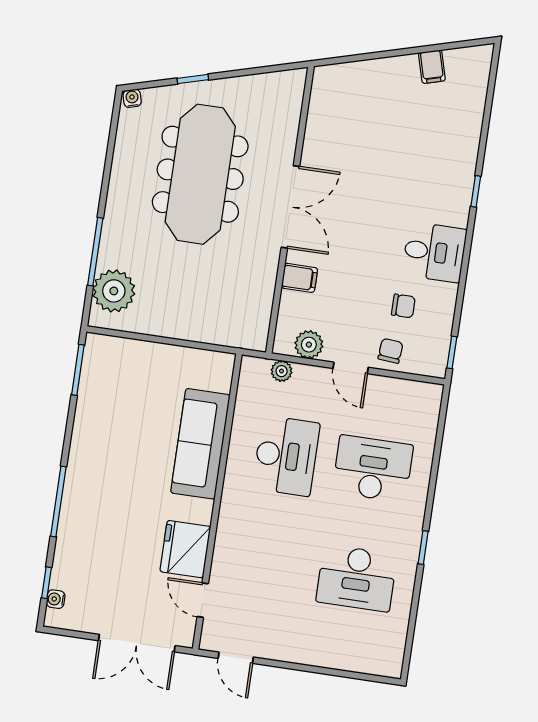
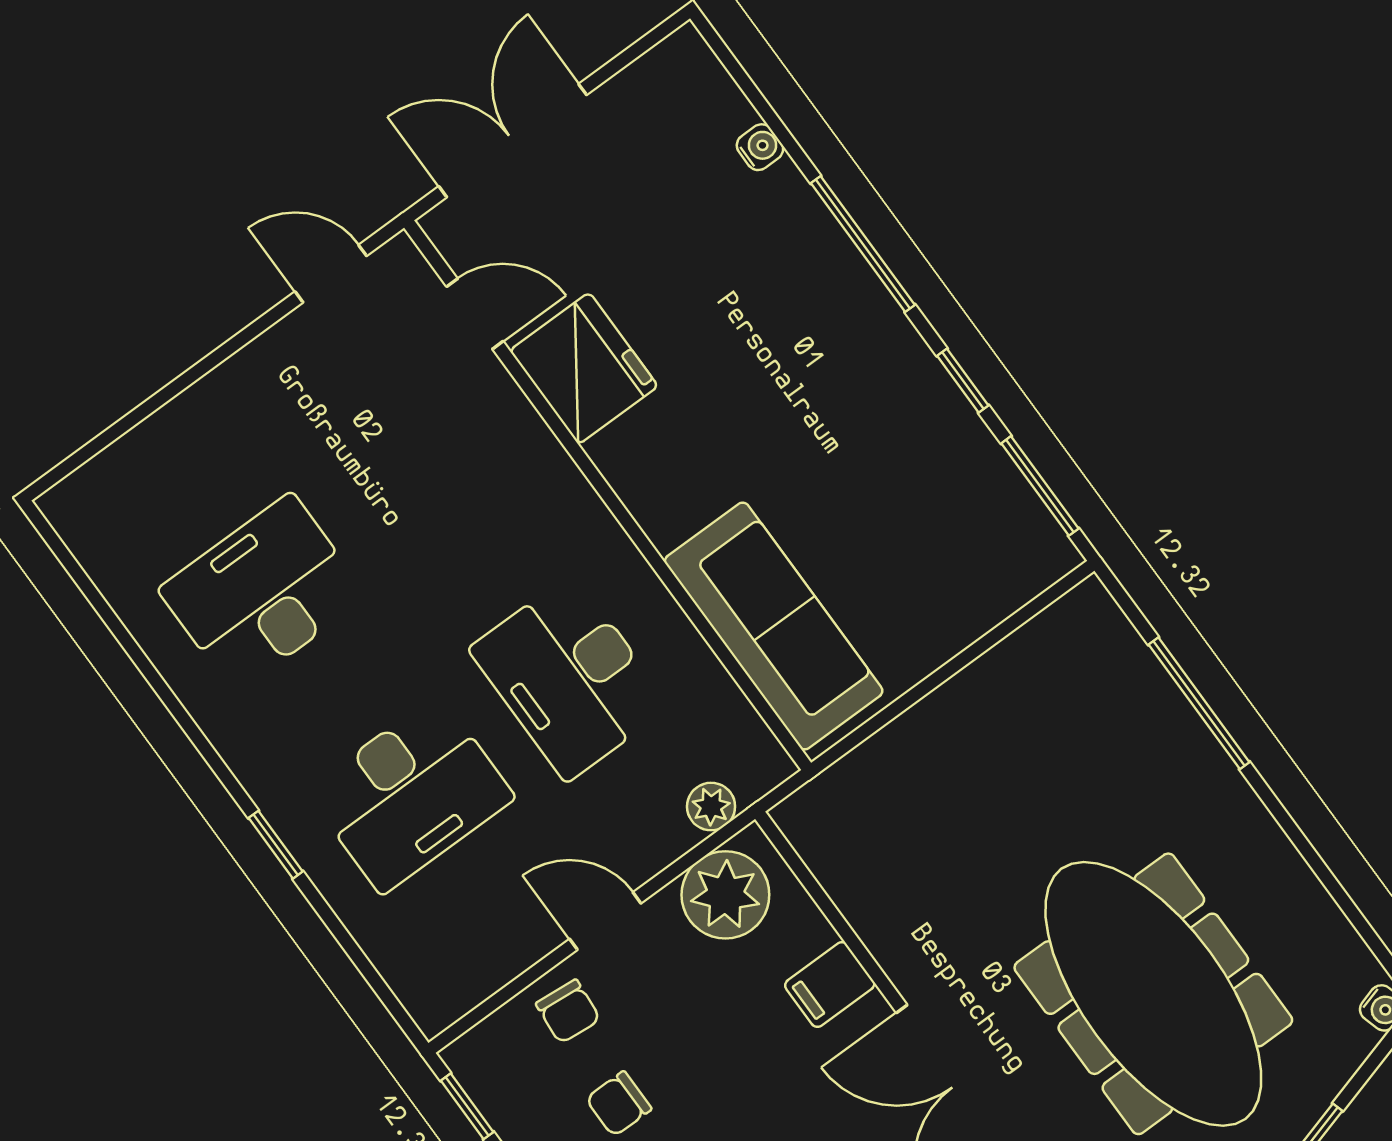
plant: (114, 291) -> (1107, 670), removed
plant: (309, 345) -> (725, 895), width x1.36, depth x1.36
sofa: (200, 444) -> (774, 626), moved
window: (423, 547) -> (276, 845), moved
window: (46, 583) -> (963, 381), moved
water cooler: (56, 599) -> (760, 147), moved

